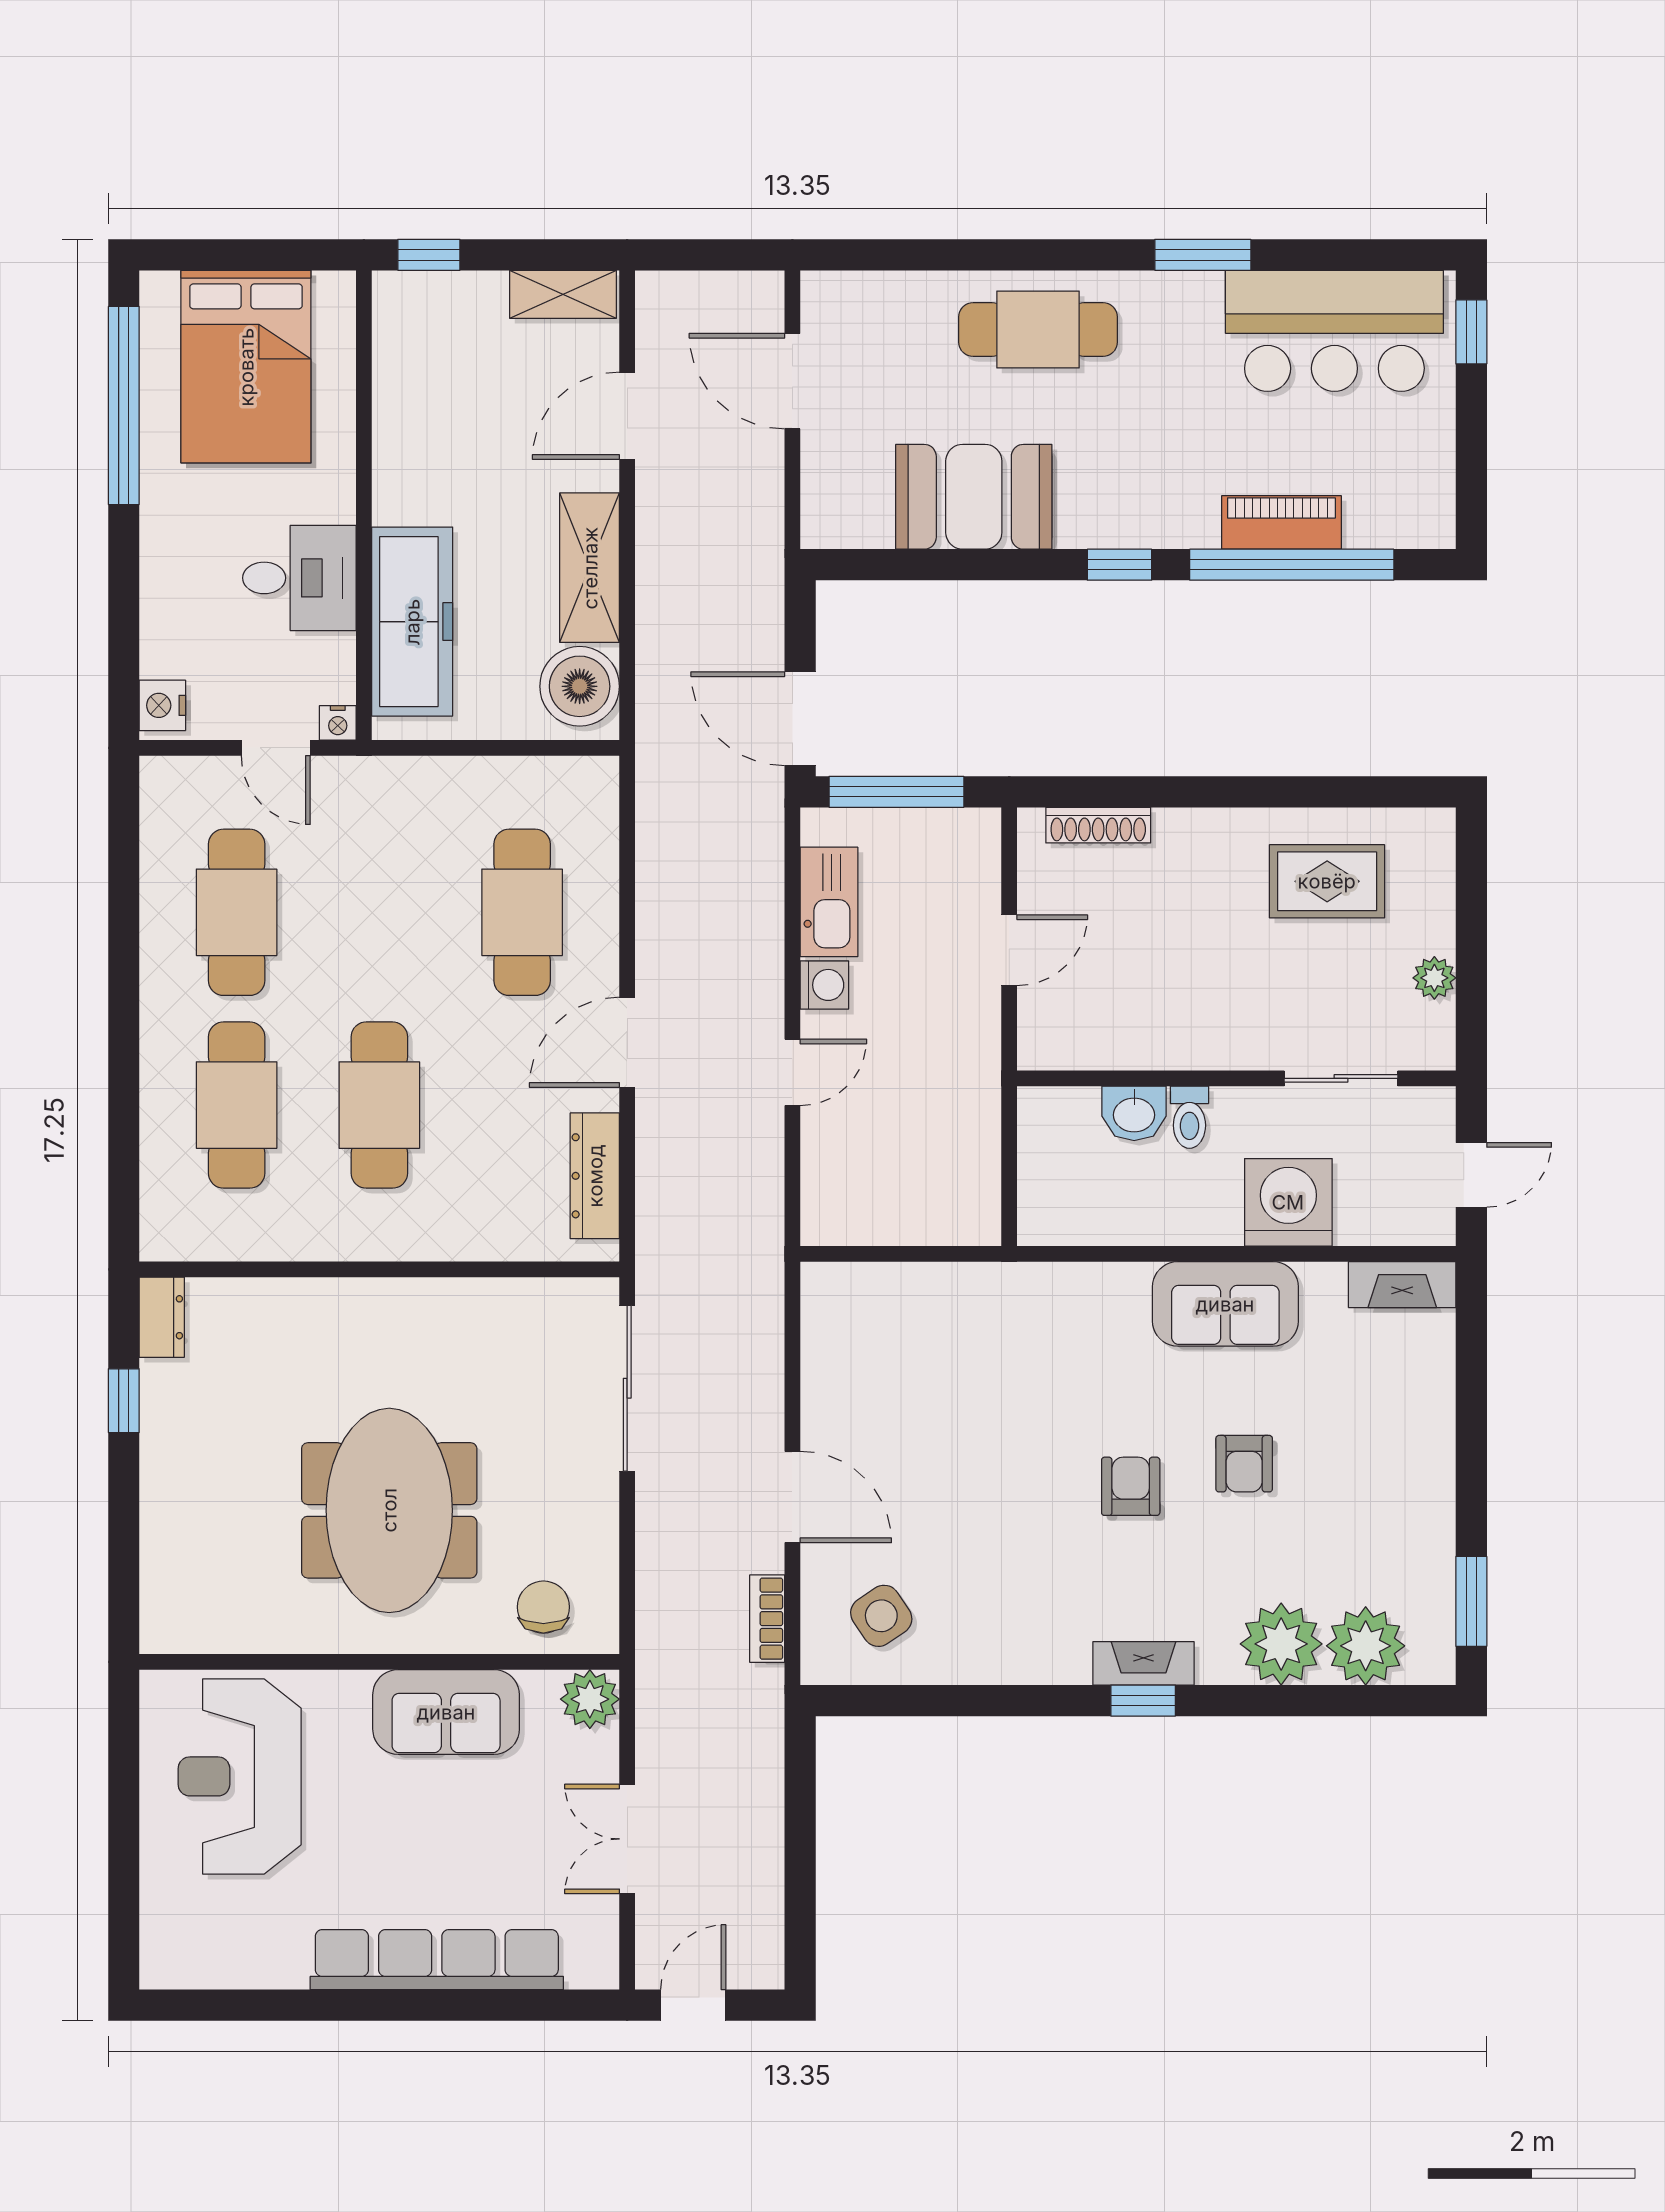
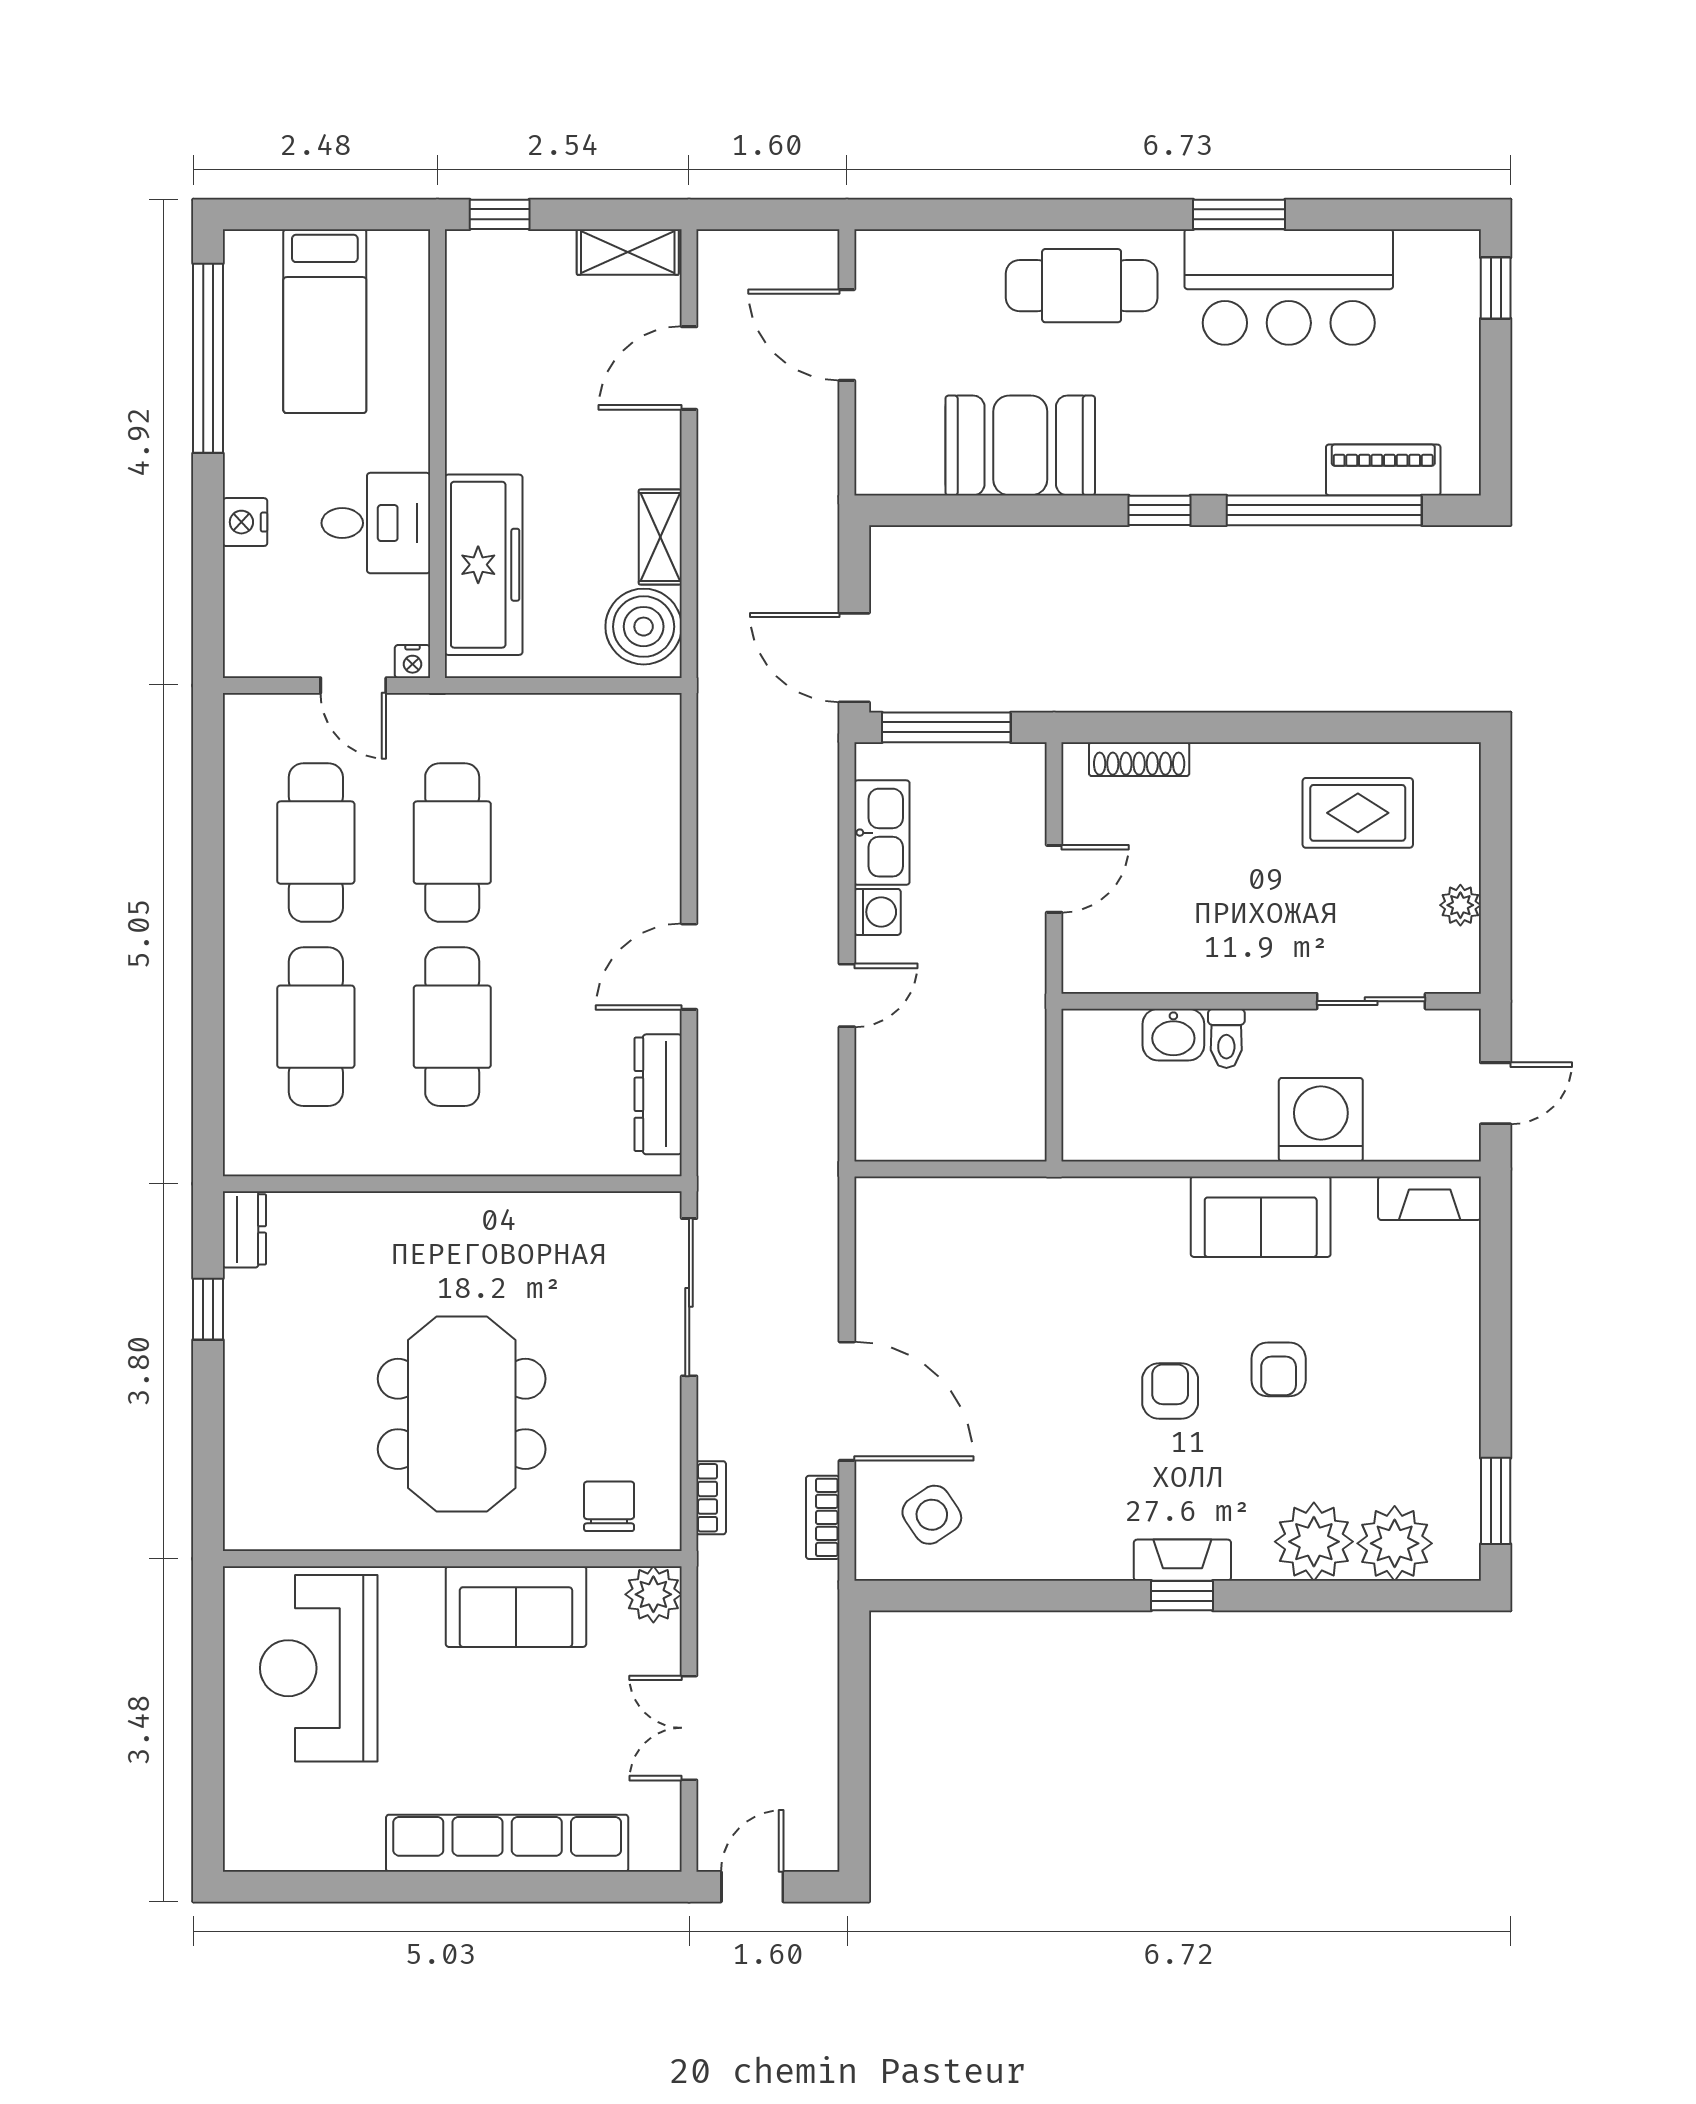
bar counter: (1334, 331) -> (1289, 287), moved
bed: (246, 367) -> (325, 321), width x0.67
piano: (1281, 522) -> (1383, 470), moved
shelving: (590, 568) -> (660, 537), width x0.67, depth x0.75
nightstand: (162, 705) -> (245, 522), moved
cafe table: (522, 912) -> (452, 843), moved
door: (792, 1497) -> (847, 1401), width x1.36
bookcase: (650, 1598) -> (711, 1498), added

